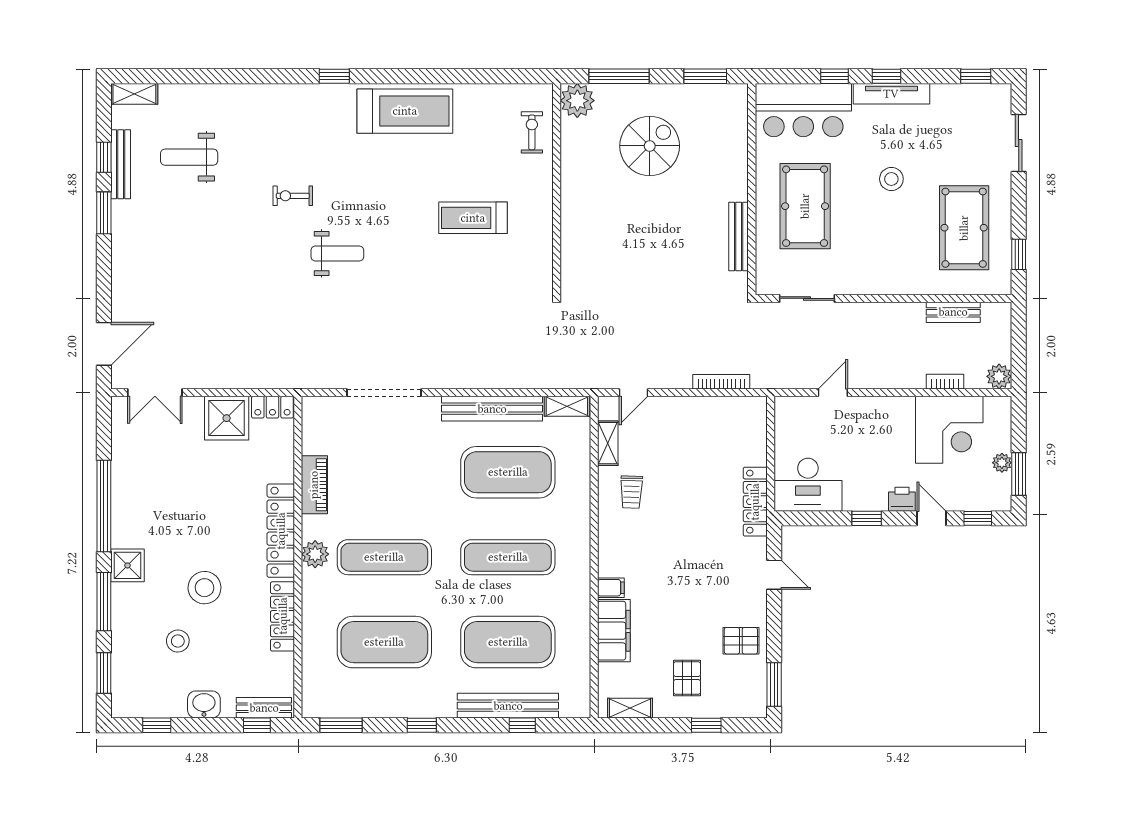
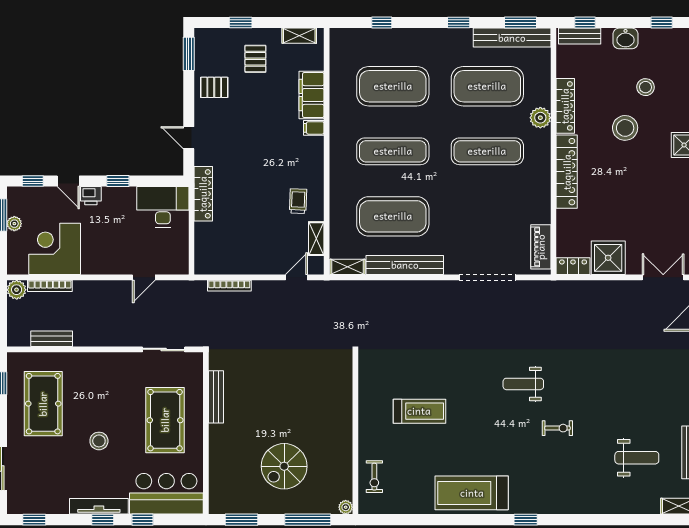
plant: (577, 101) -> (346, 507), width x0.53, depth x0.53
bookcase: (945, 382) -> (50, 286), width x1.56
piano: (314, 485) -> (541, 247), moved
plant: (315, 554) -> (540, 118), moved
bench: (508, 706) -> (512, 38), moved

